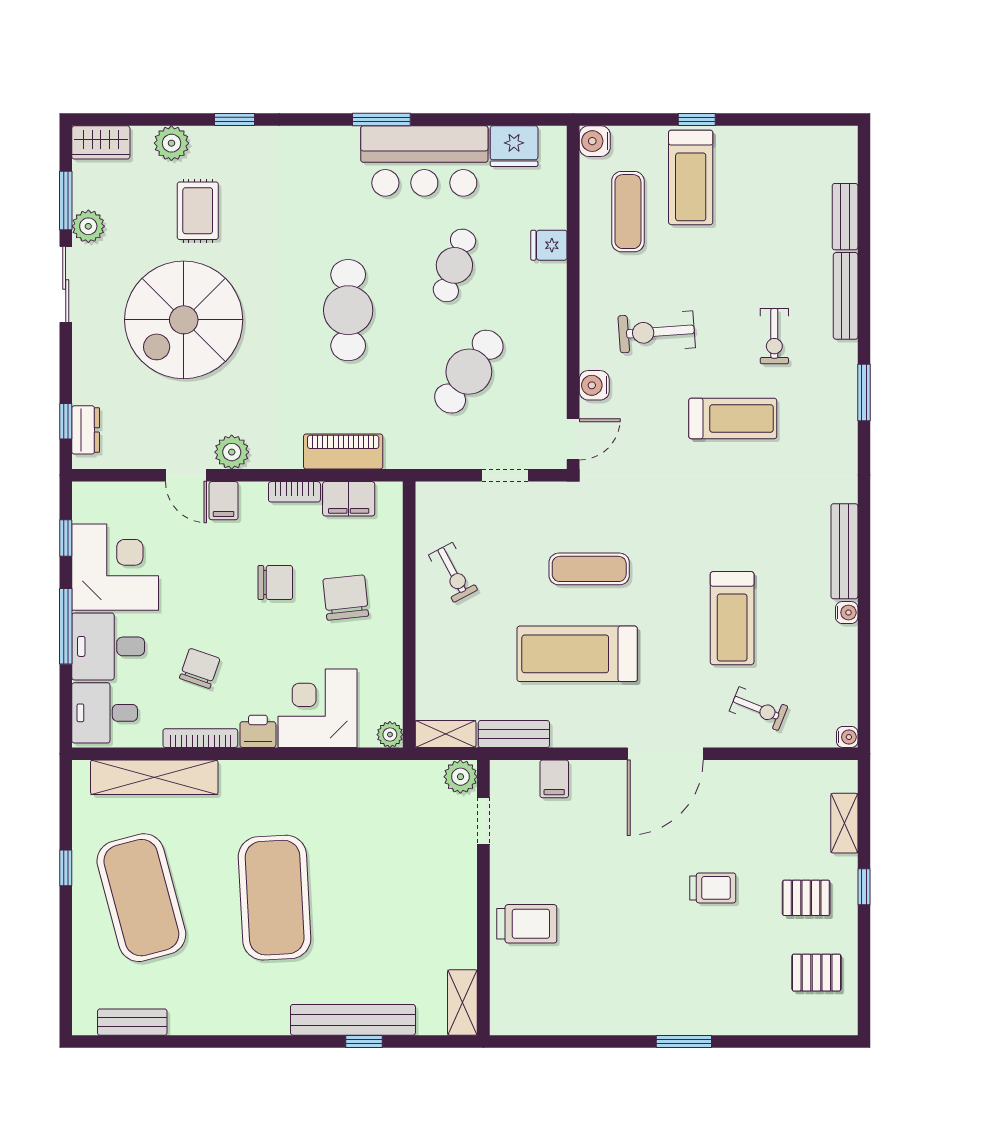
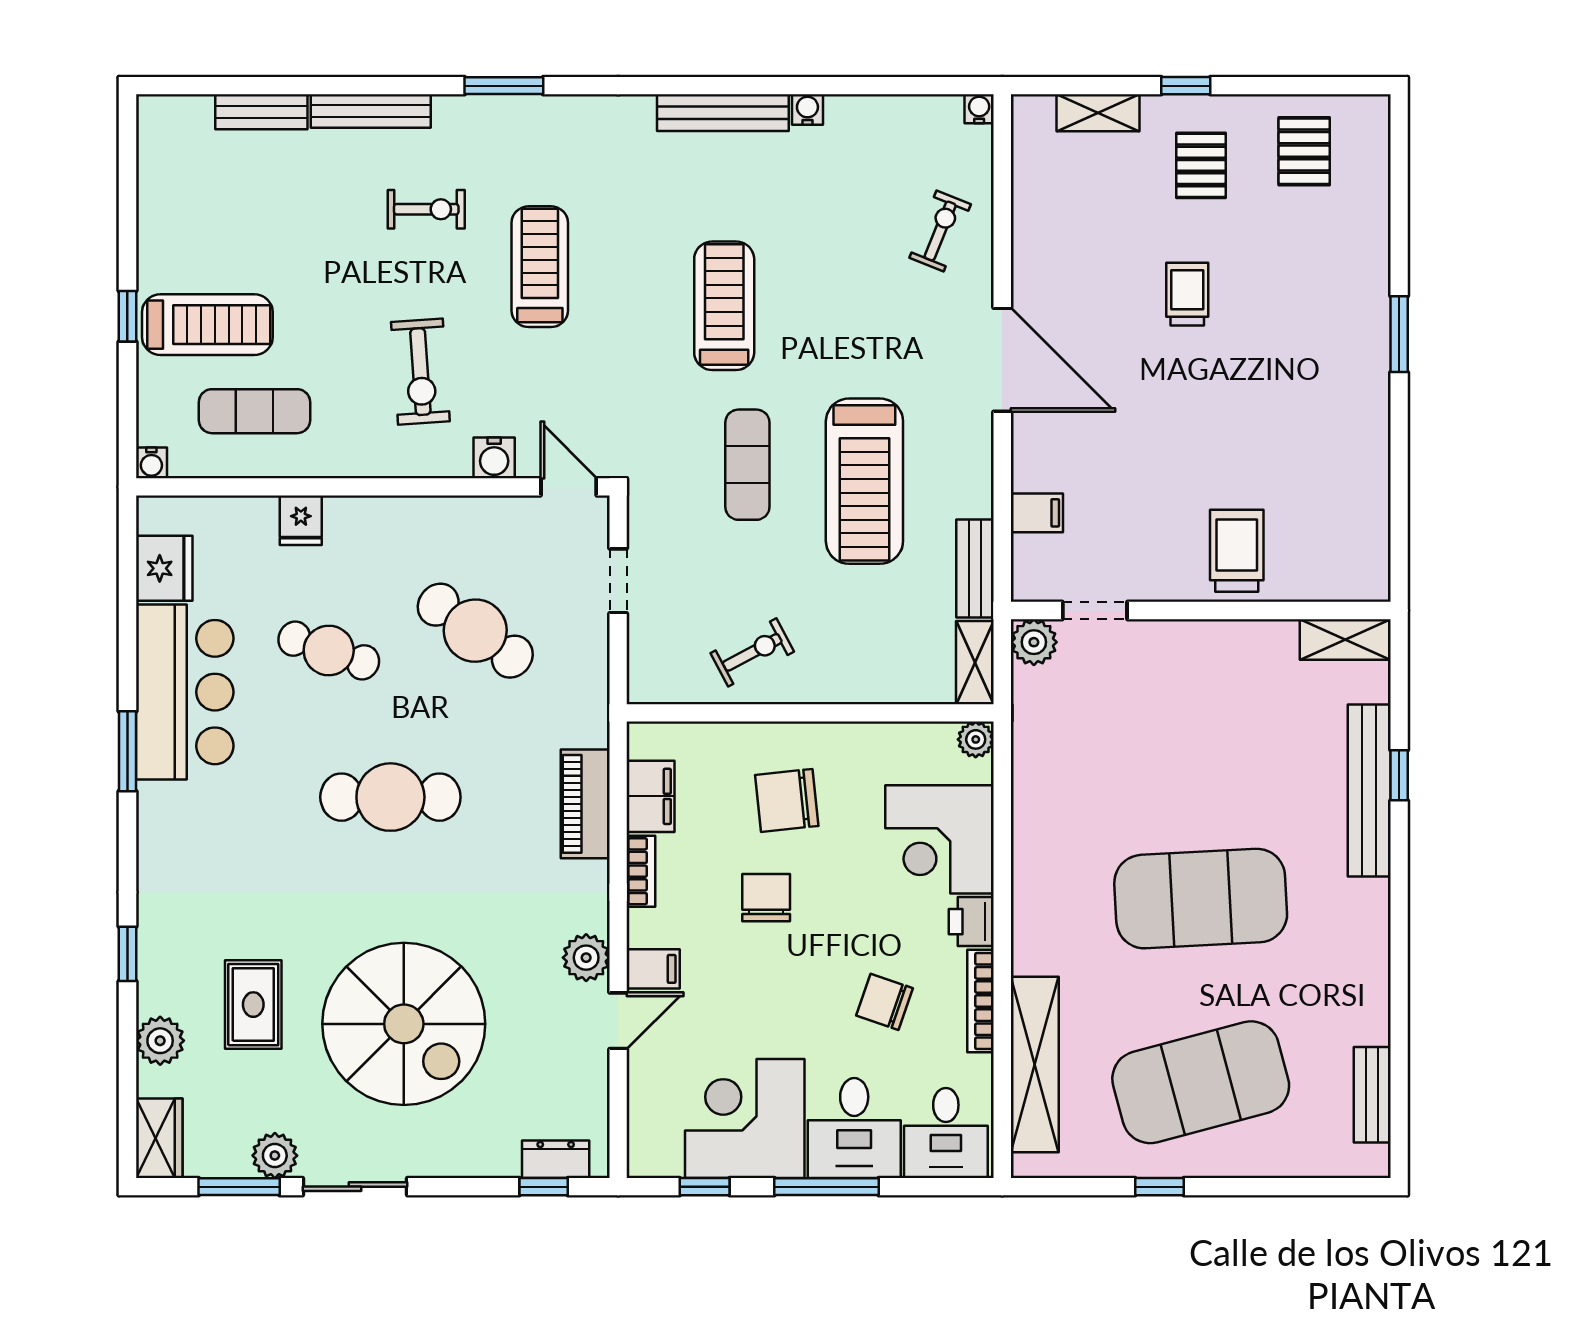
water cooler: (595, 141) -> (151, 463), width x0.72, depth x0.72
rug: (198, 211) -> (253, 1005), turned 90
treadmill: (732, 618) -> (724, 306), moved, turned -90

